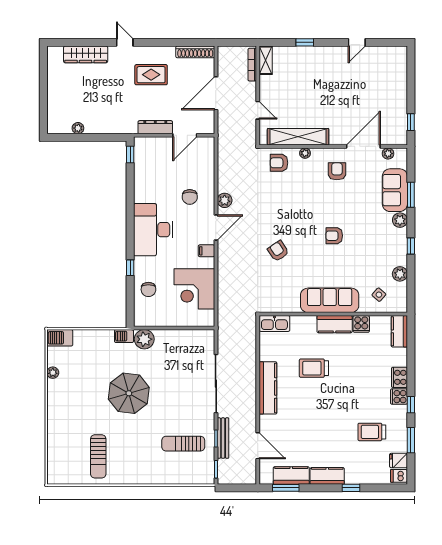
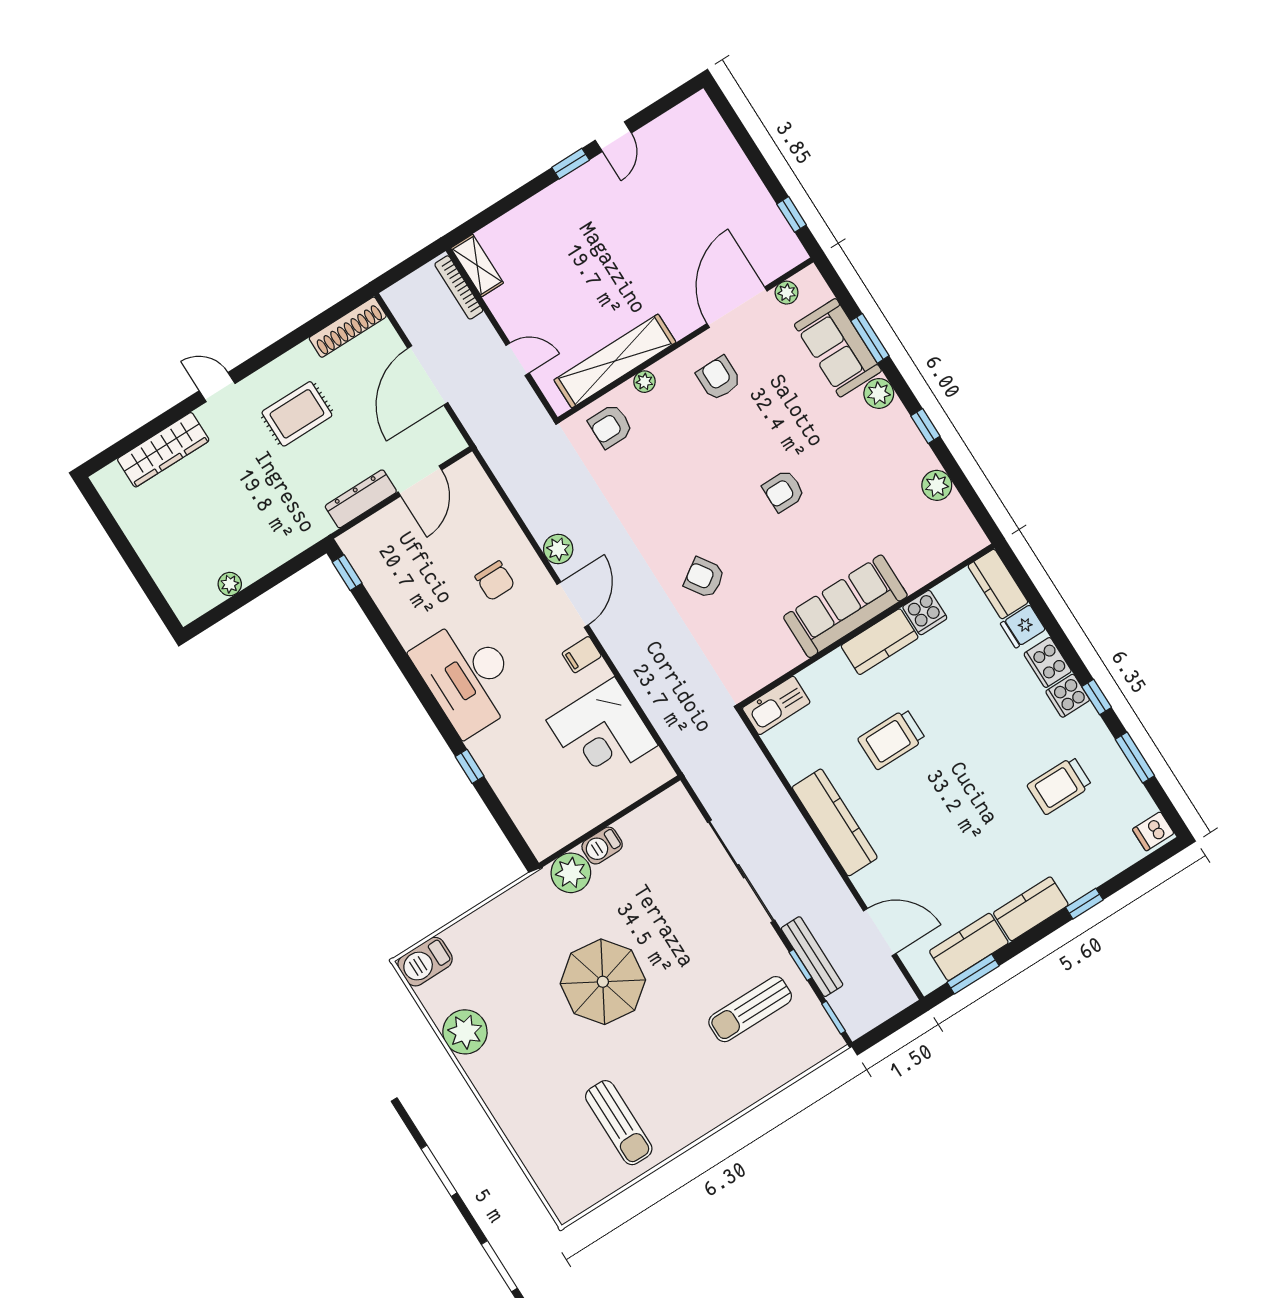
window: (305, 42) -> (571, 164), moved
chair: (148, 289) -> (524, 783), removed
side table: (379, 295) -> (923, 543), removed
barbecue: (124, 336) -> (602, 846), moved
plant: (53, 373) -> (465, 1032), width x1.88, depth x1.88
fridge: (398, 461) -> (1023, 627), moved

